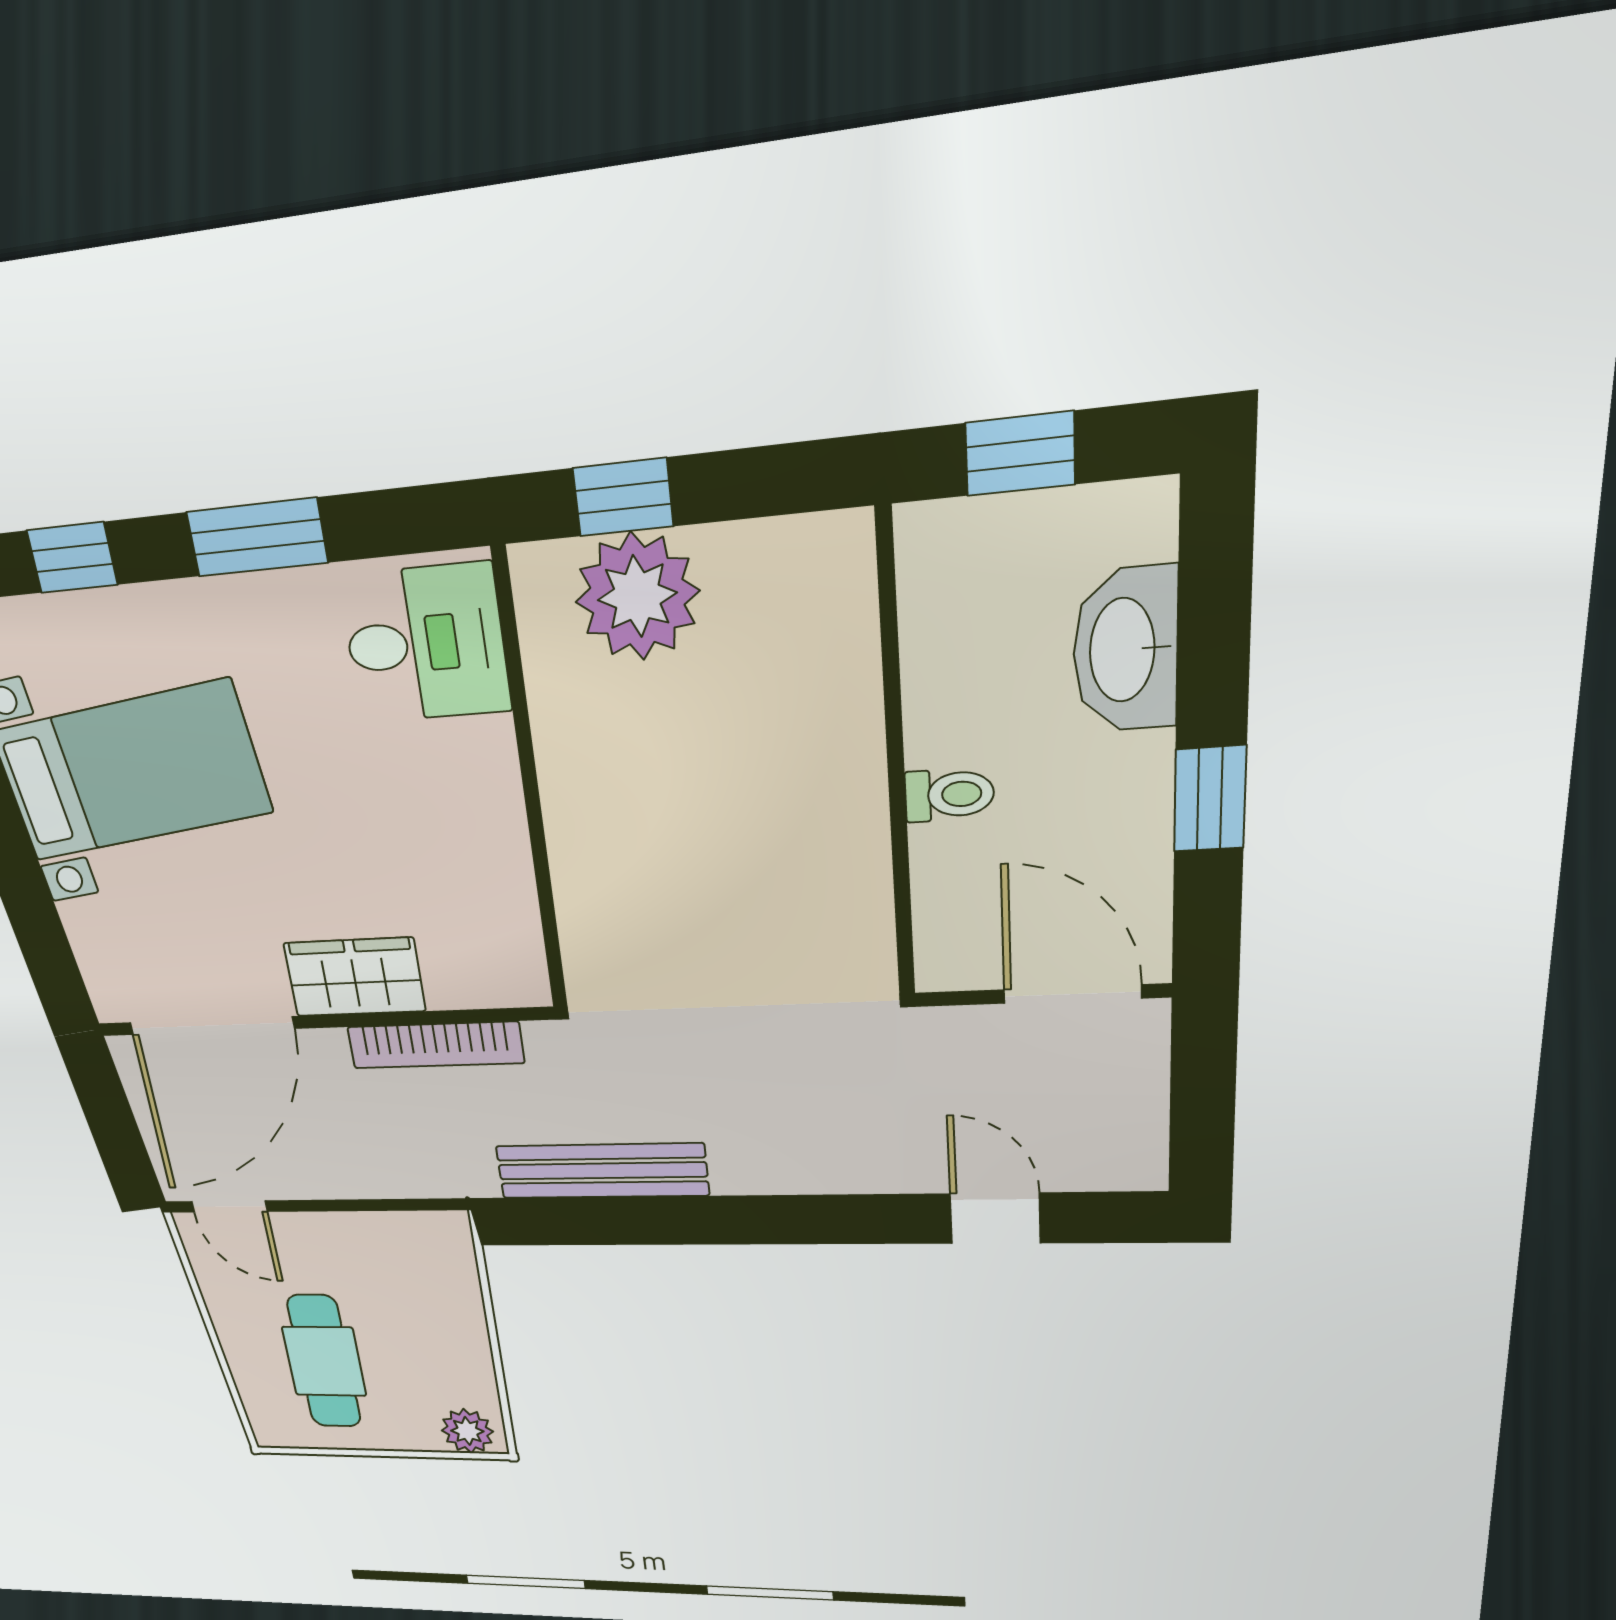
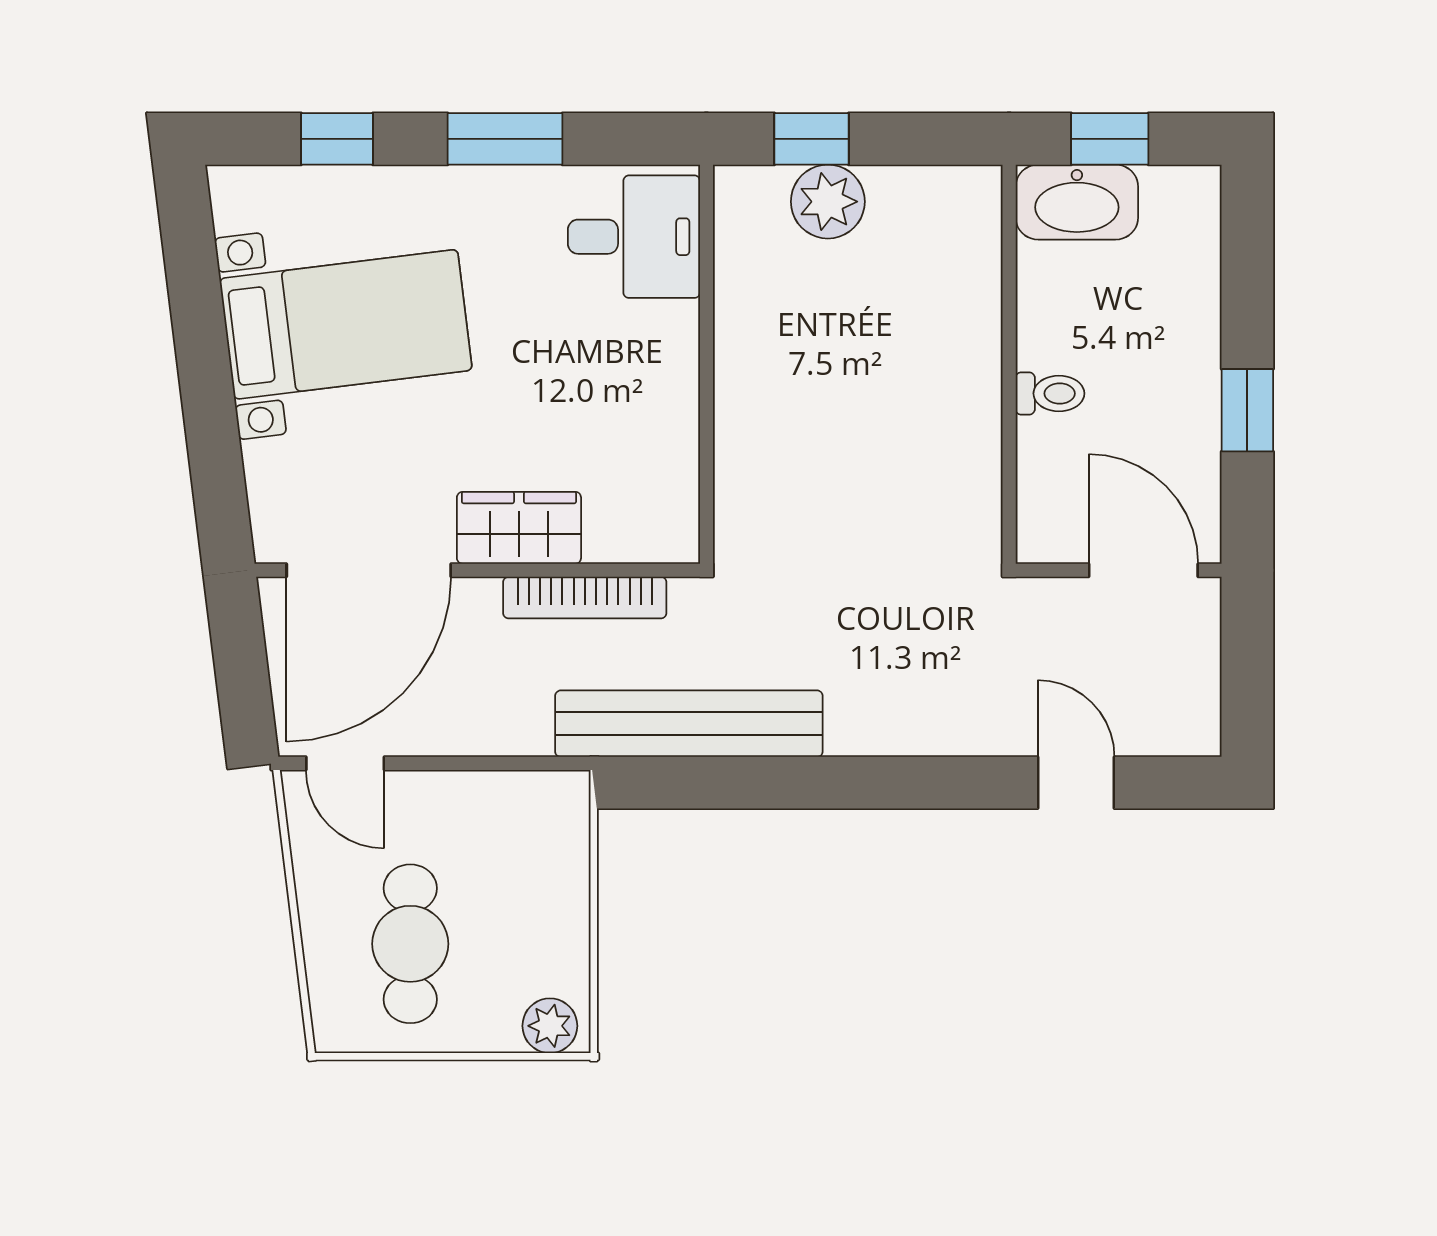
plant: (637, 596) -> (828, 202), width x0.73, depth x0.73
washbasin: (1125, 650) -> (1077, 202), moved, turned -90
bench: (602, 1171) -> (689, 724), width x1.37, depth x1.21

